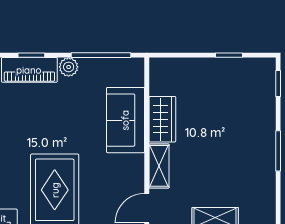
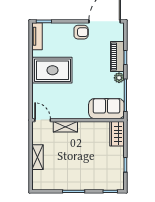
wardrobe: (162, 119) -> (117, 134), moved, turned 90
sofa: (125, 120) -> (106, 109), moved

